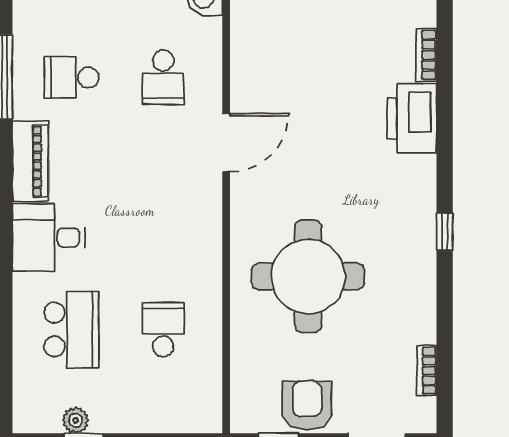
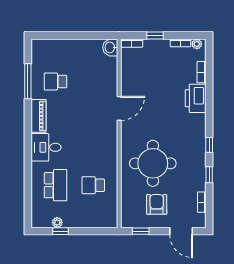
school desk: (163, 77) -> (93, 81), removed
window: (445, 304) -> (209, 175), added
school desk: (163, 330) -> (93, 185), turned -90
armchair: (307, 406) -> (157, 204), moved

